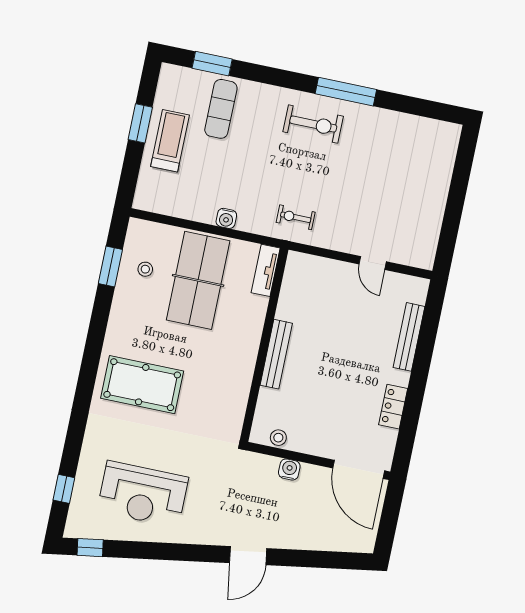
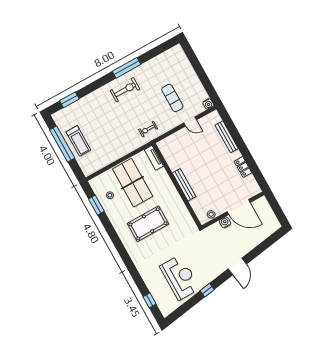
exercise mat: (221, 109) -> (172, 98), moved
window: (140, 123) -> (62, 144), width x2.11
treadmill: (170, 141) -> (78, 141), turned 180
water cooler: (226, 218) -> (208, 104), moved
pool table: (142, 385) -> (148, 224), moved
door: (359, 469) -> (239, 207), moved
reception desk: (143, 494) -> (180, 277), turned -90
window: (90, 548) -> (207, 290), moved

